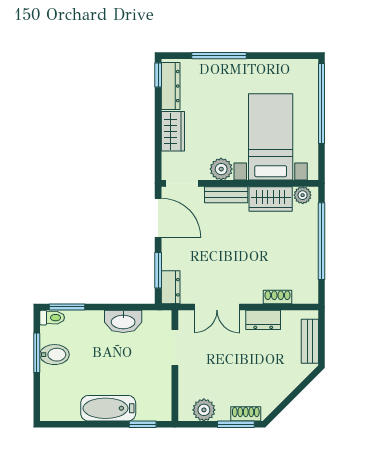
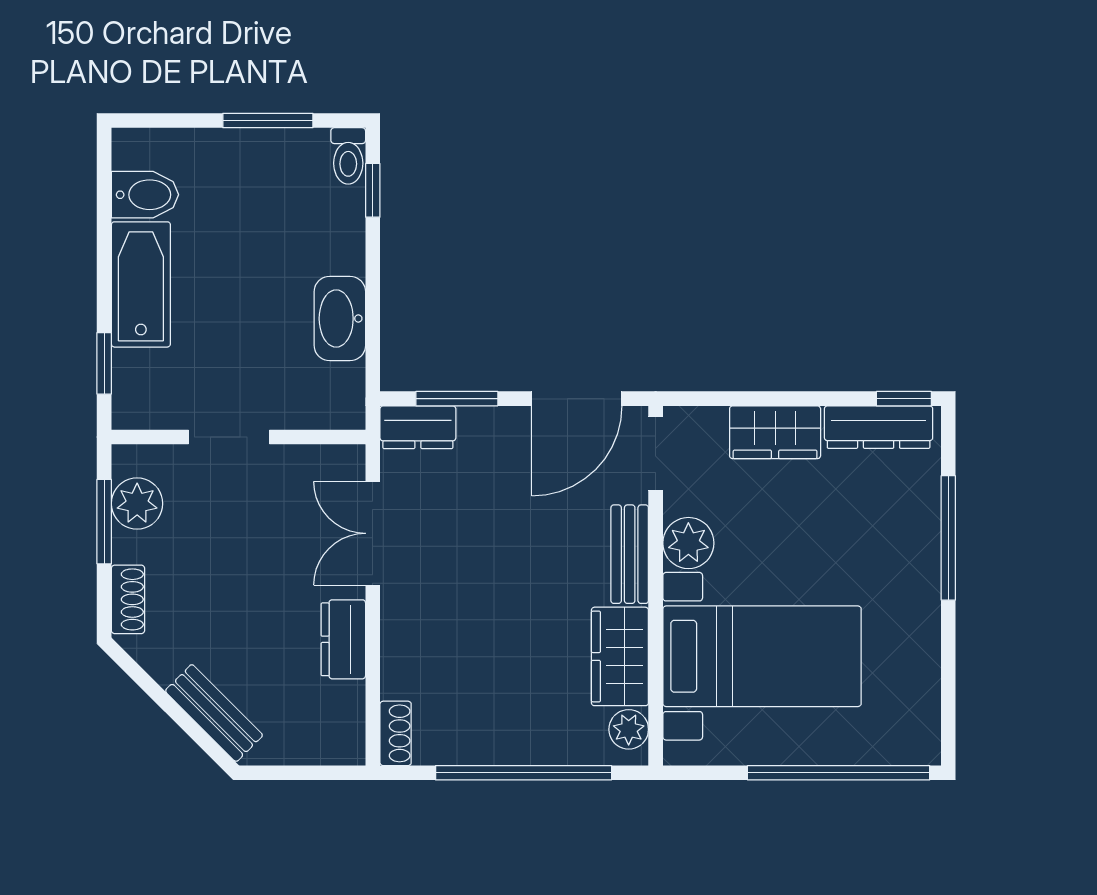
shoe rack: (278, 297) -> (396, 733), moved
window: (67, 307) -> (373, 190), width x0.67
bench: (310, 341) -> (214, 713), moved, turned 45
doorway: (175, 348) -> (229, 437), moved
bidet: (54, 355) -> (145, 195), moved, turned -90
window: (236, 424) -> (104, 522), moved

